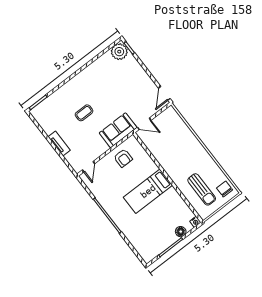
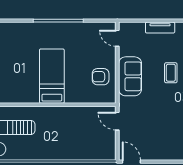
door: (144, 124) -> (117, 121), hinge flipped
sofa: (118, 130) -> (130, 76), moved

